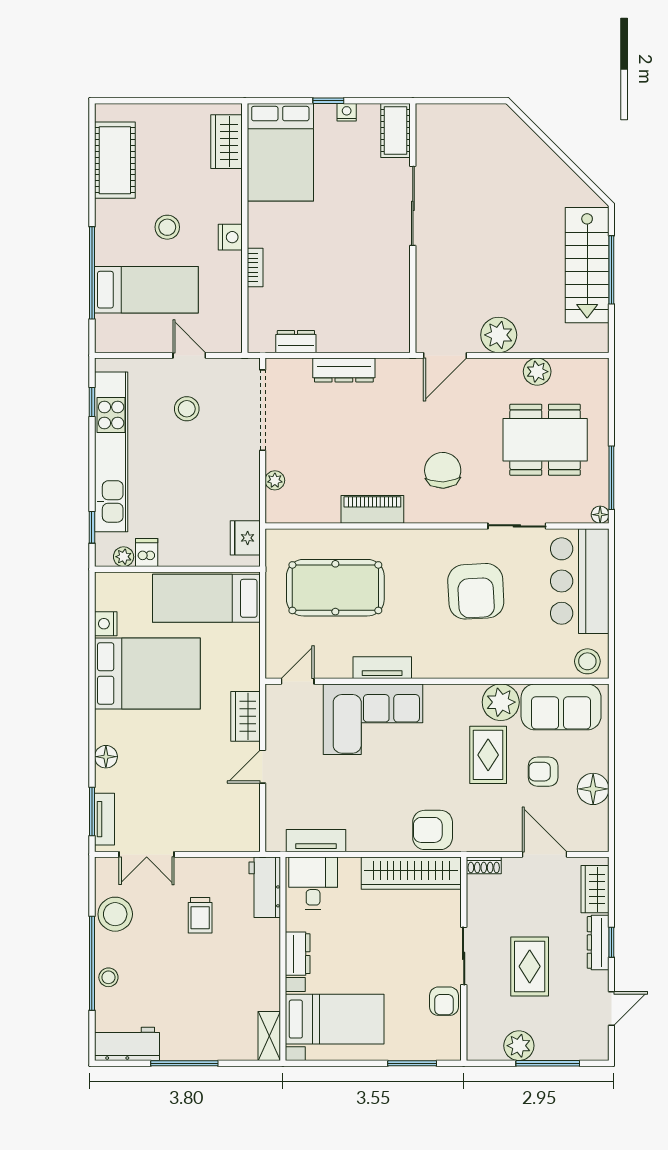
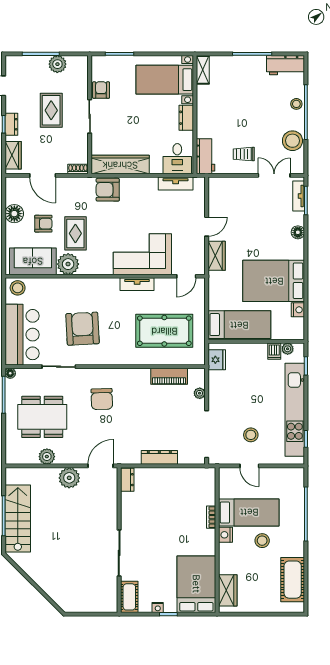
bed: (146, 290) -> (249, 512), moved, turned 180
dresser: (296, 342) -> (127, 480), moved, turned -90
piano: (372, 509) -> (169, 376), moved
armchair: (433, 830) -> (108, 190), turned 180
trolley: (200, 915) -> (244, 154), moved, turned -90
dresser: (598, 942) -> (11, 124), width x0.70

